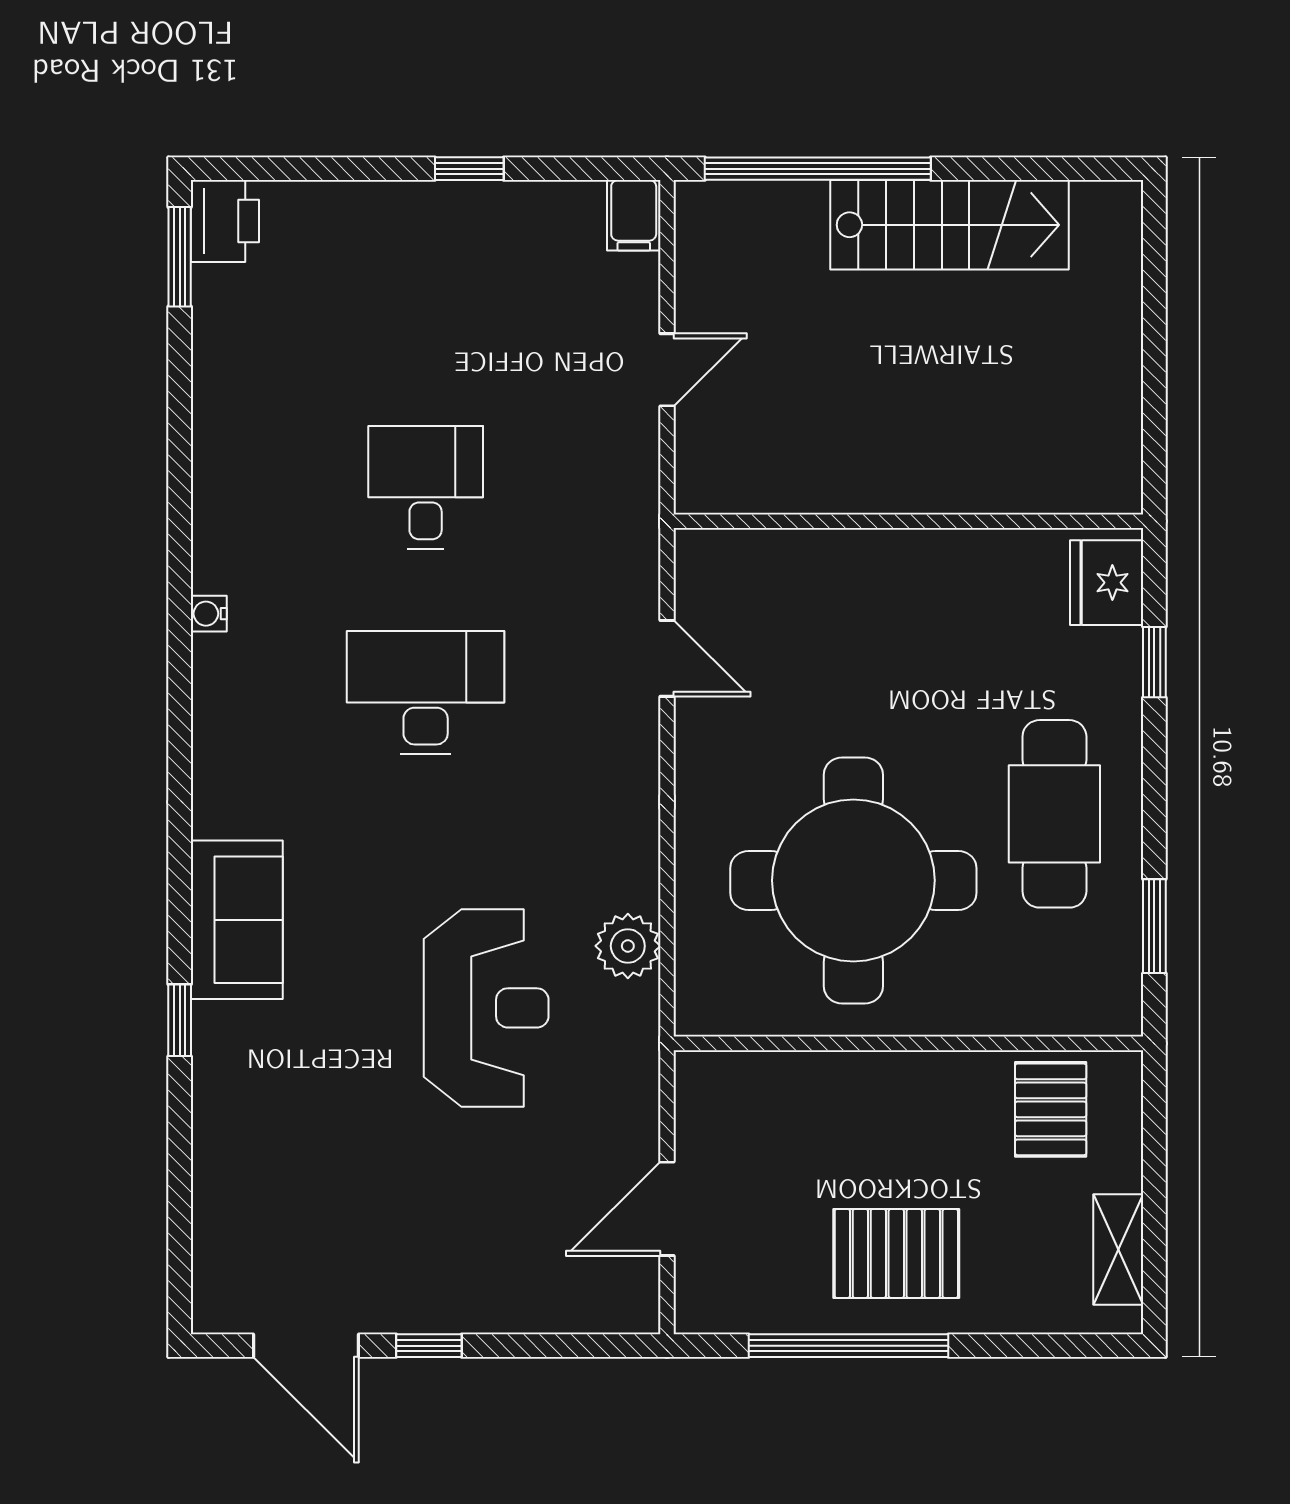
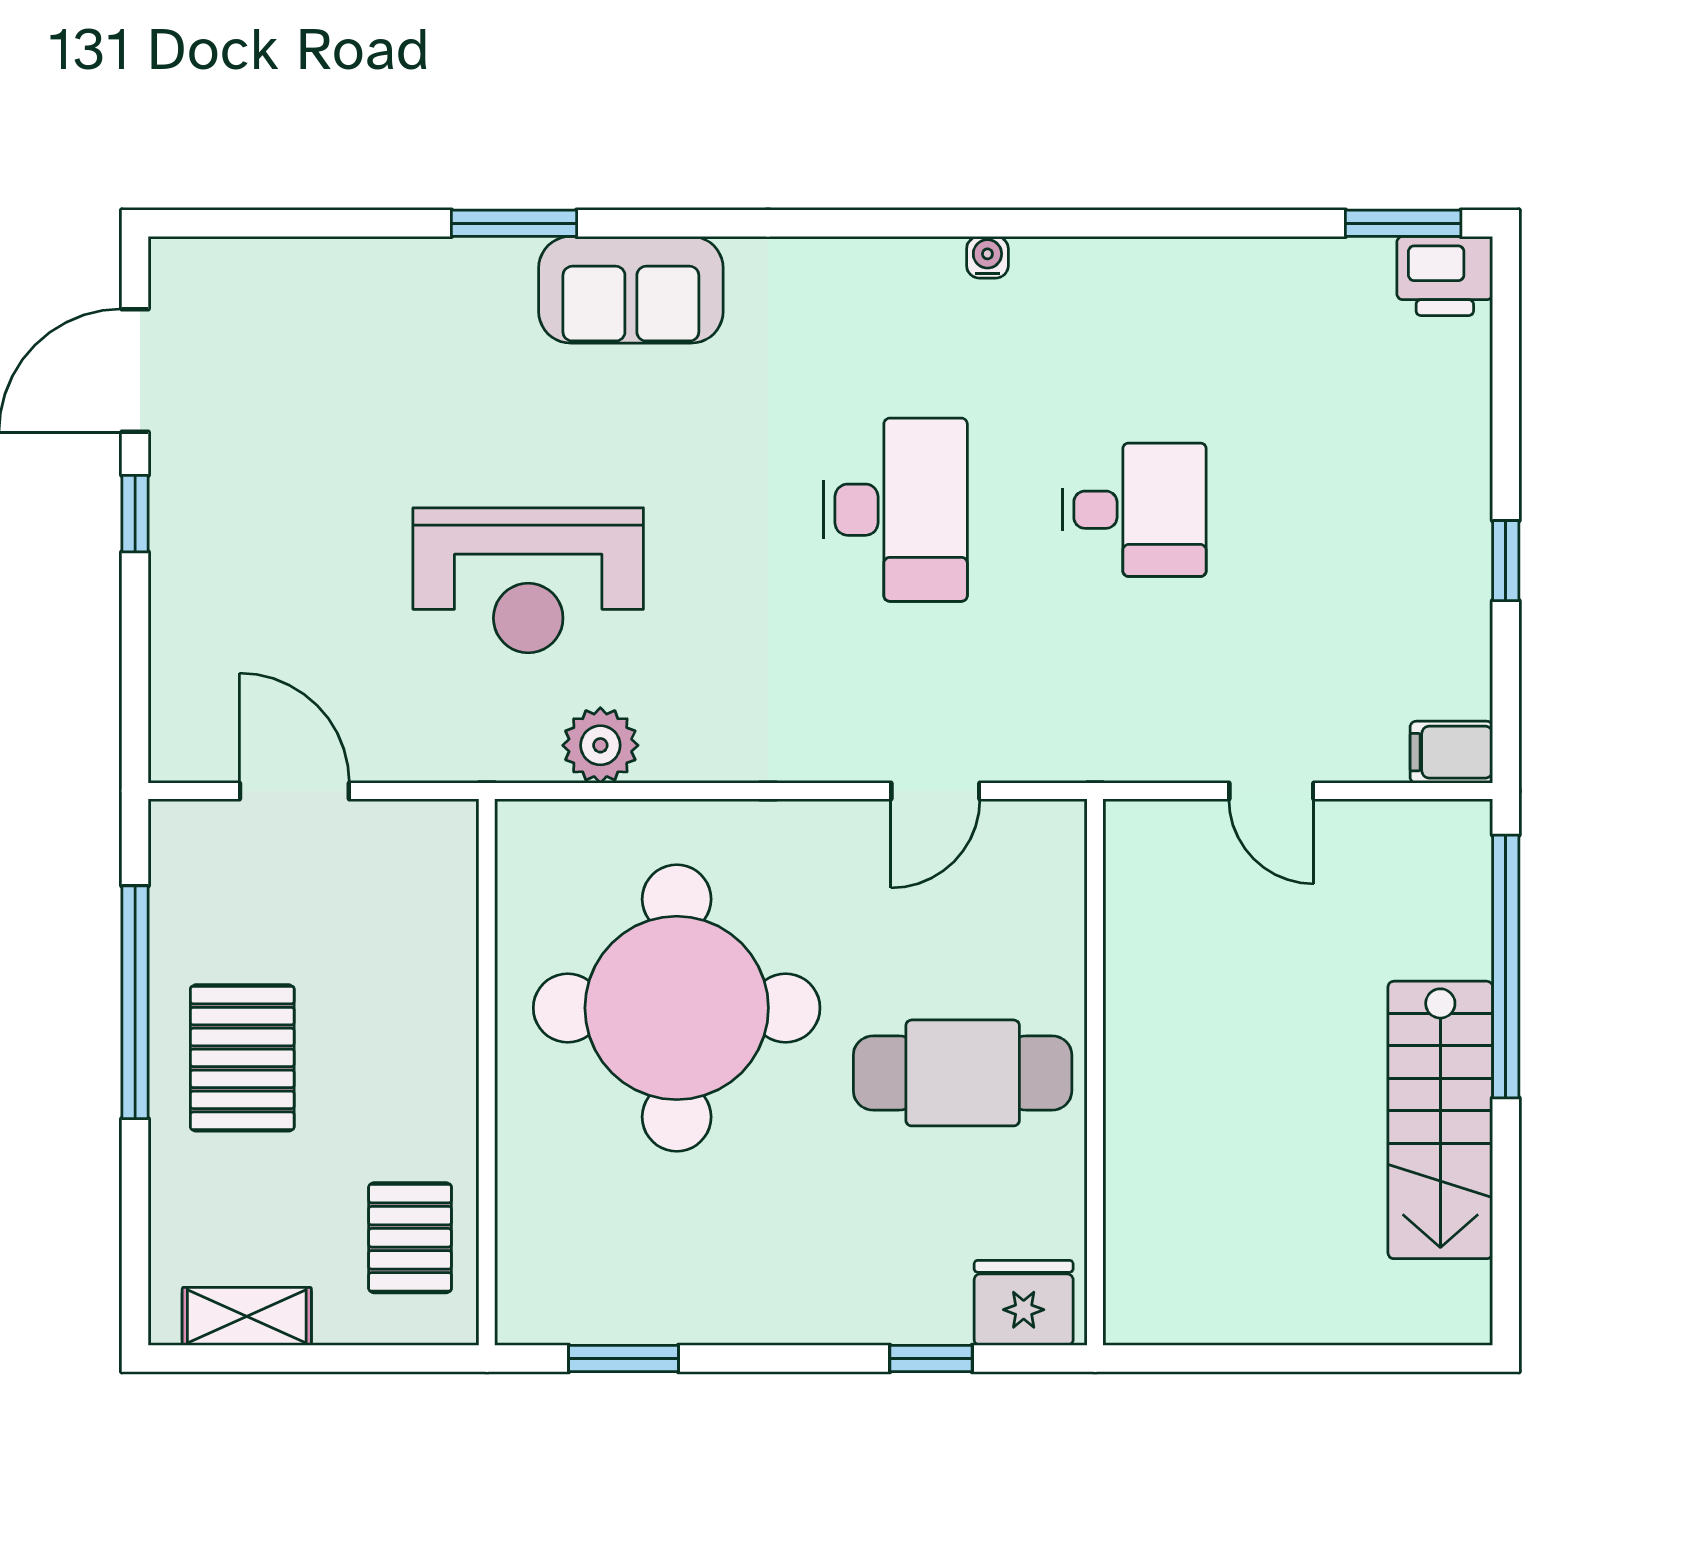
cafe table: (1054, 814) -> (963, 1073), moved
window: (180, 1020) -> (514, 223), width x1.50
pallet: (1051, 1109) -> (410, 1238), turned 90

